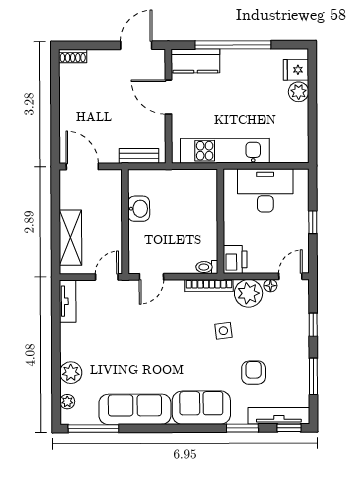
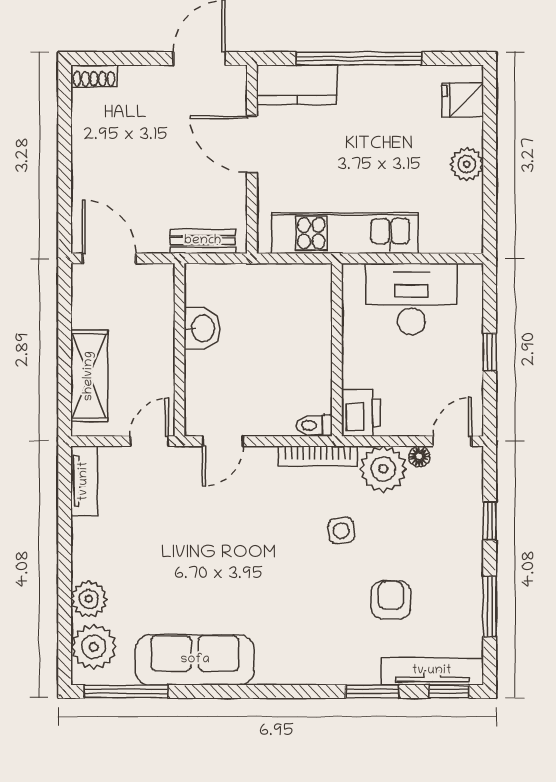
plant: (299, 92) -> (467, 164), moved
plant: (67, 402) -> (94, 647), width x1.87, depth x1.87
sofa: (201, 408) -> (304, 657), removed

